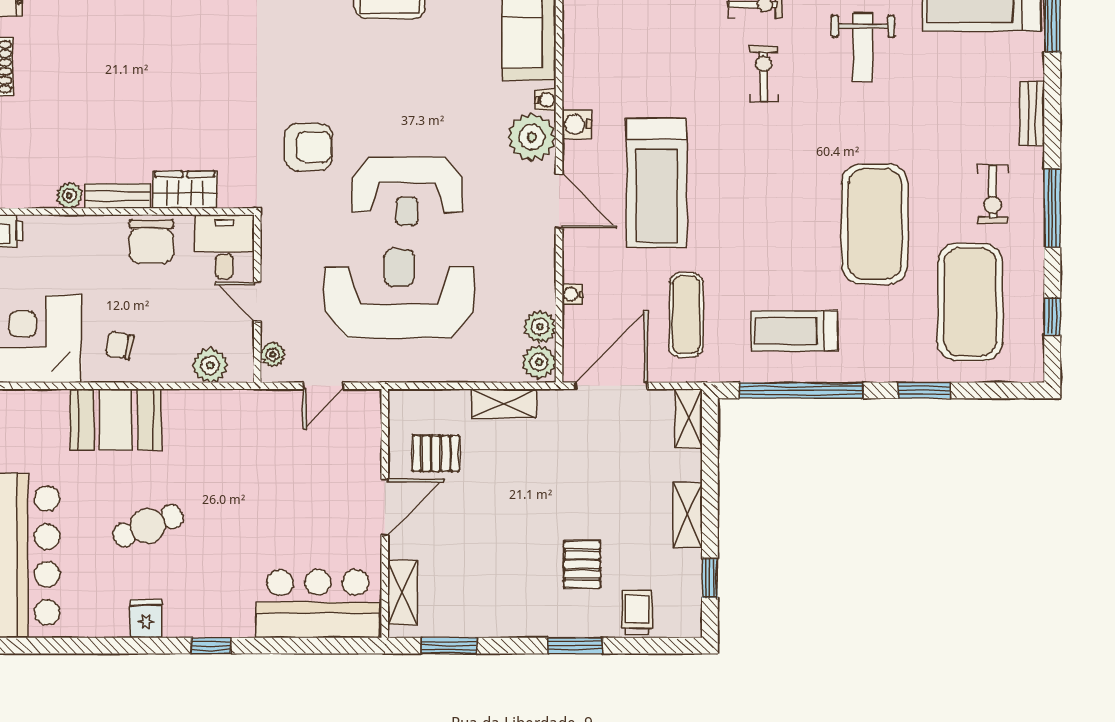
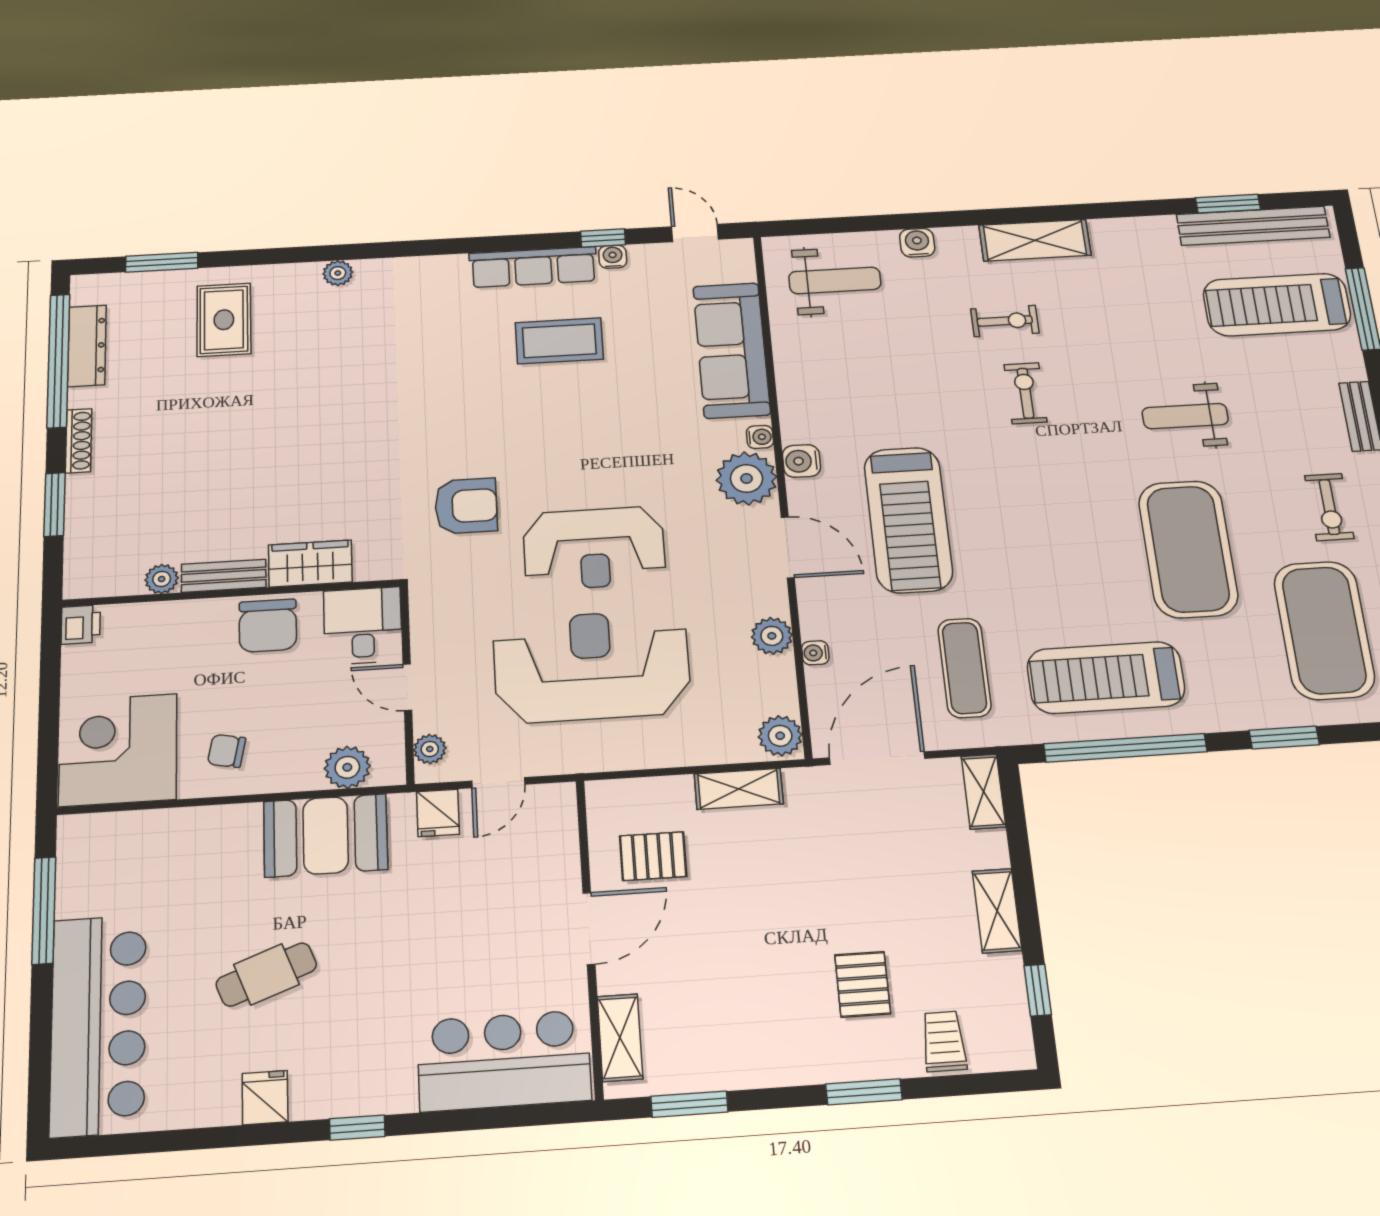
weight bench: (863, 47) -> (1185, 416), moved, turned 90
plant: (540, 327) -> (772, 636), moved
treadmill: (794, 331) -> (1106, 678), width x1.37, depth x1.38
fridge: (277, 407) -> (438, 813), added
booth: (116, 420) -> (326, 835), moved

